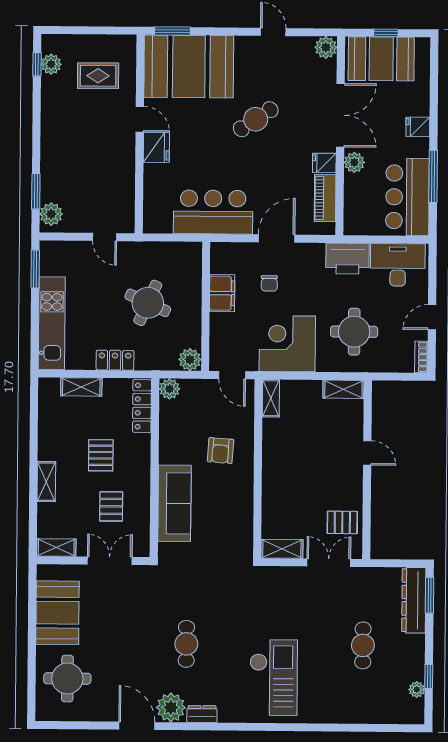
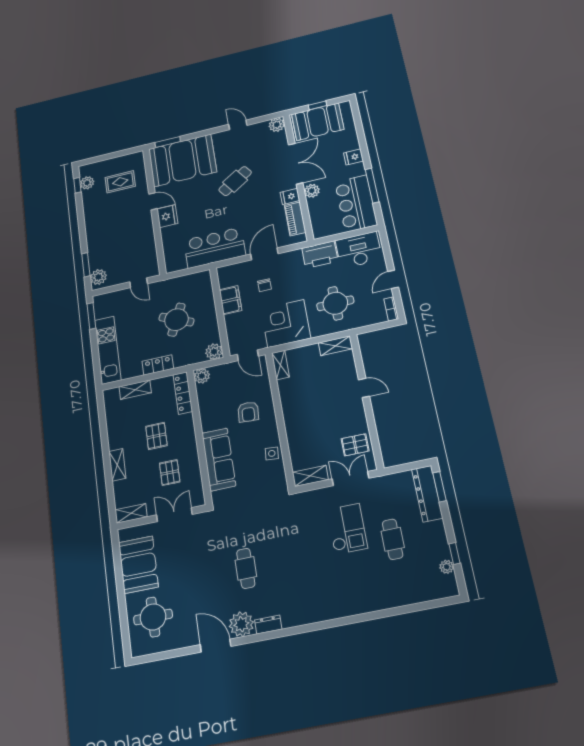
side table: (241, 511) -> (272, 453), added
checkout: (274, 677) -> (347, 529), moved, width x0.73, depth x0.83

